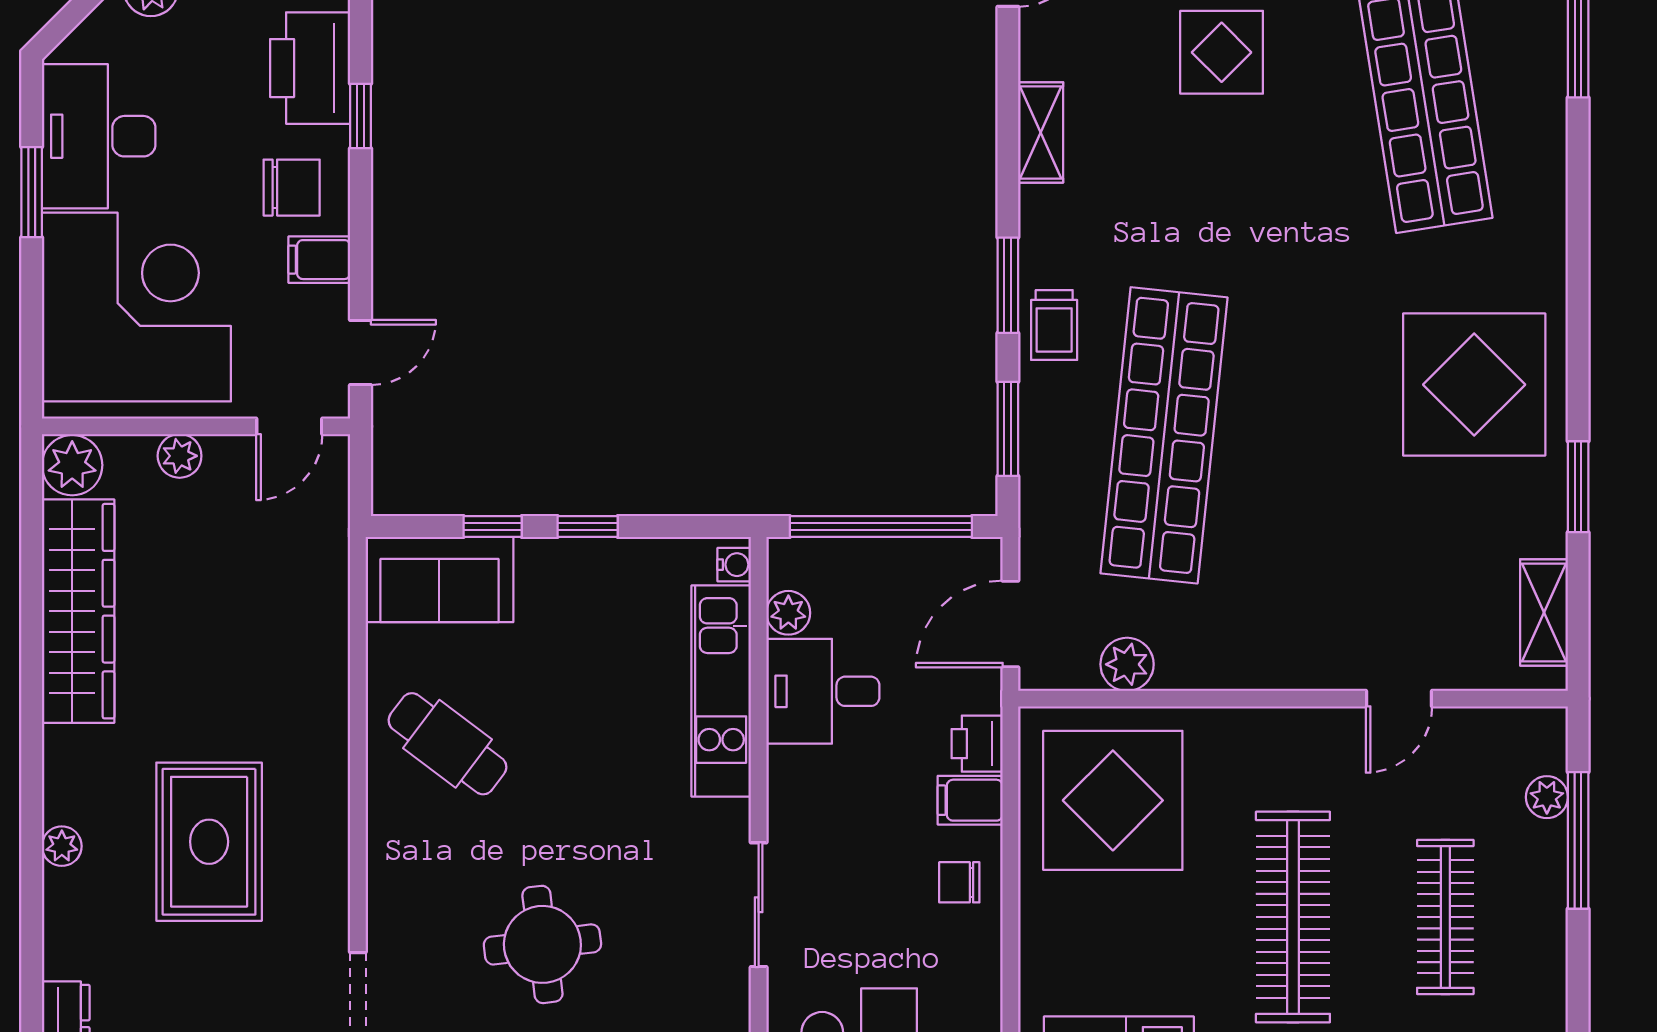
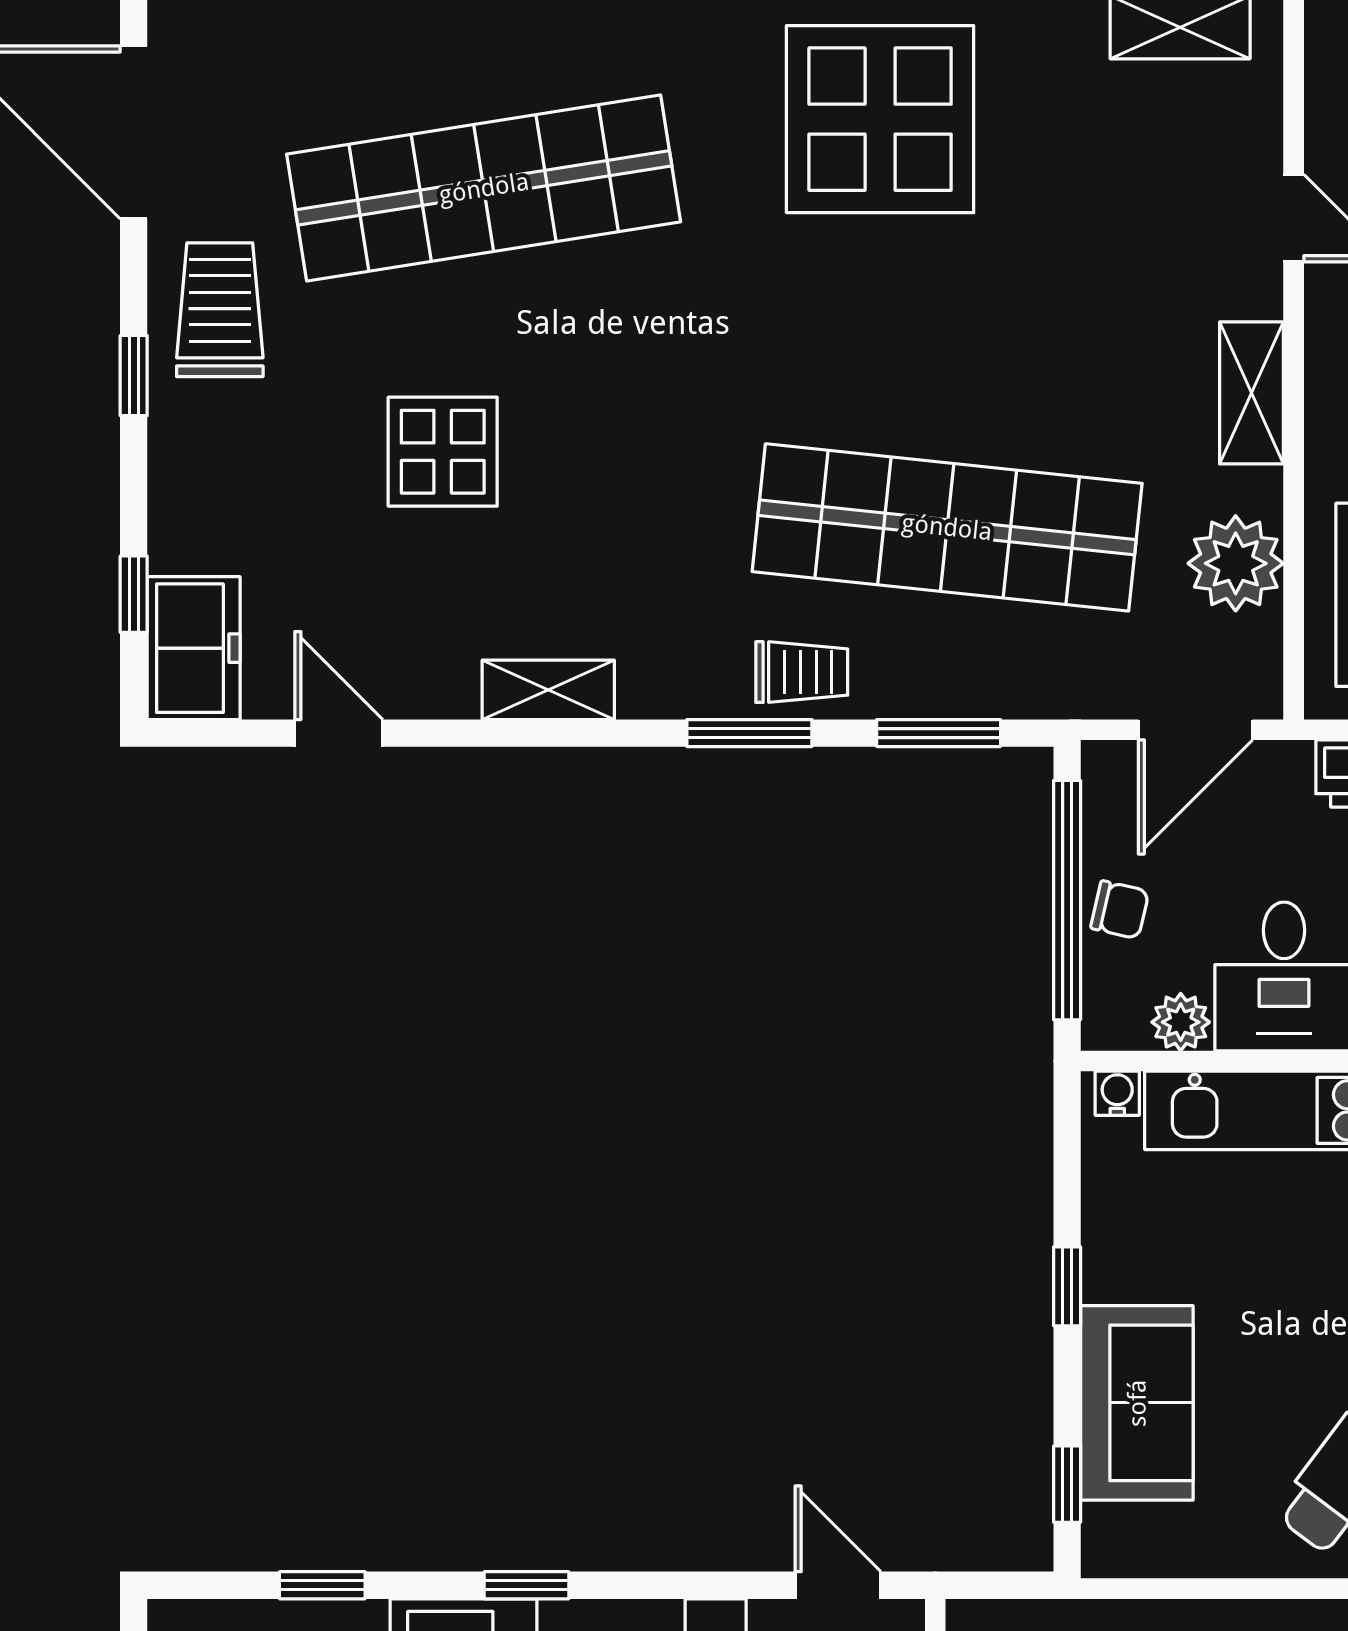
window: (493, 527) -> (1067, 1484), moved
chair: (874, 567) -> (1120, 910), added
sofa: (439, 579) -> (1137, 1403), moved
door: (1010, 624) -> (1195, 730), hinge flipped
plant: (1127, 664) -> (1236, 563), width x1.36, depth x1.36
shelving: (1266, 667) -> (1252, 393), added

